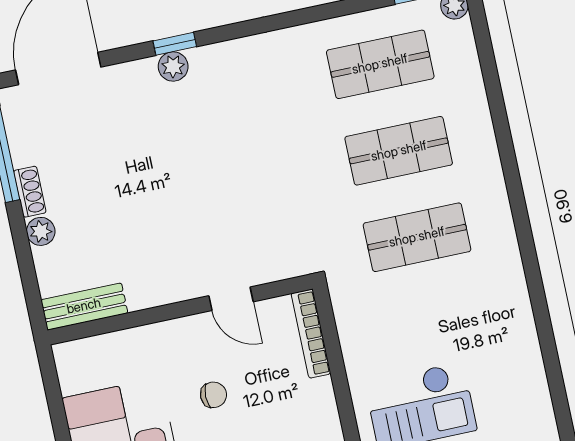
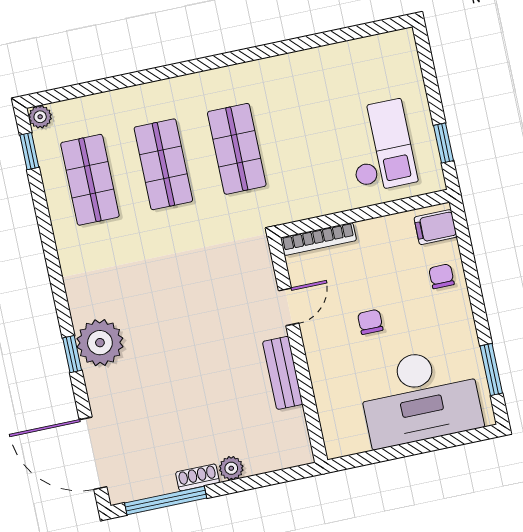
plant: (173, 66) -> (100, 343), width x1.87, depth x1.87
bench: (84, 306) -> (283, 373), moved

